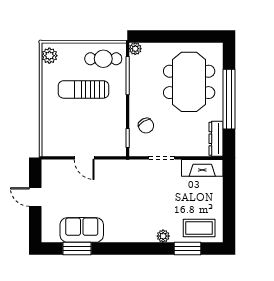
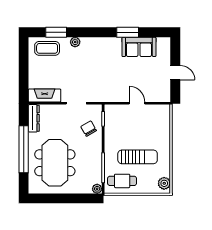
window: (77, 249) -> (128, 32), moved

